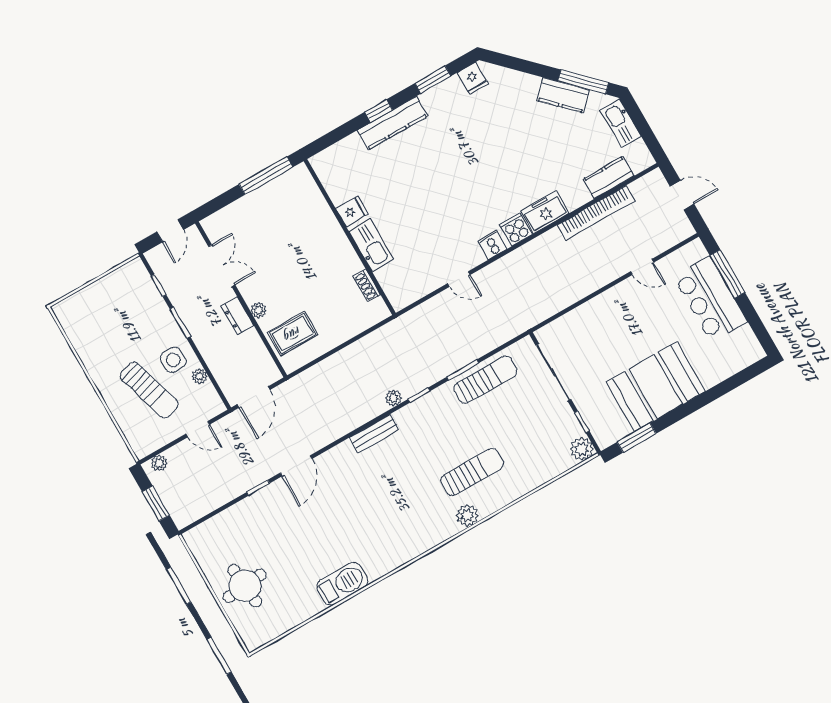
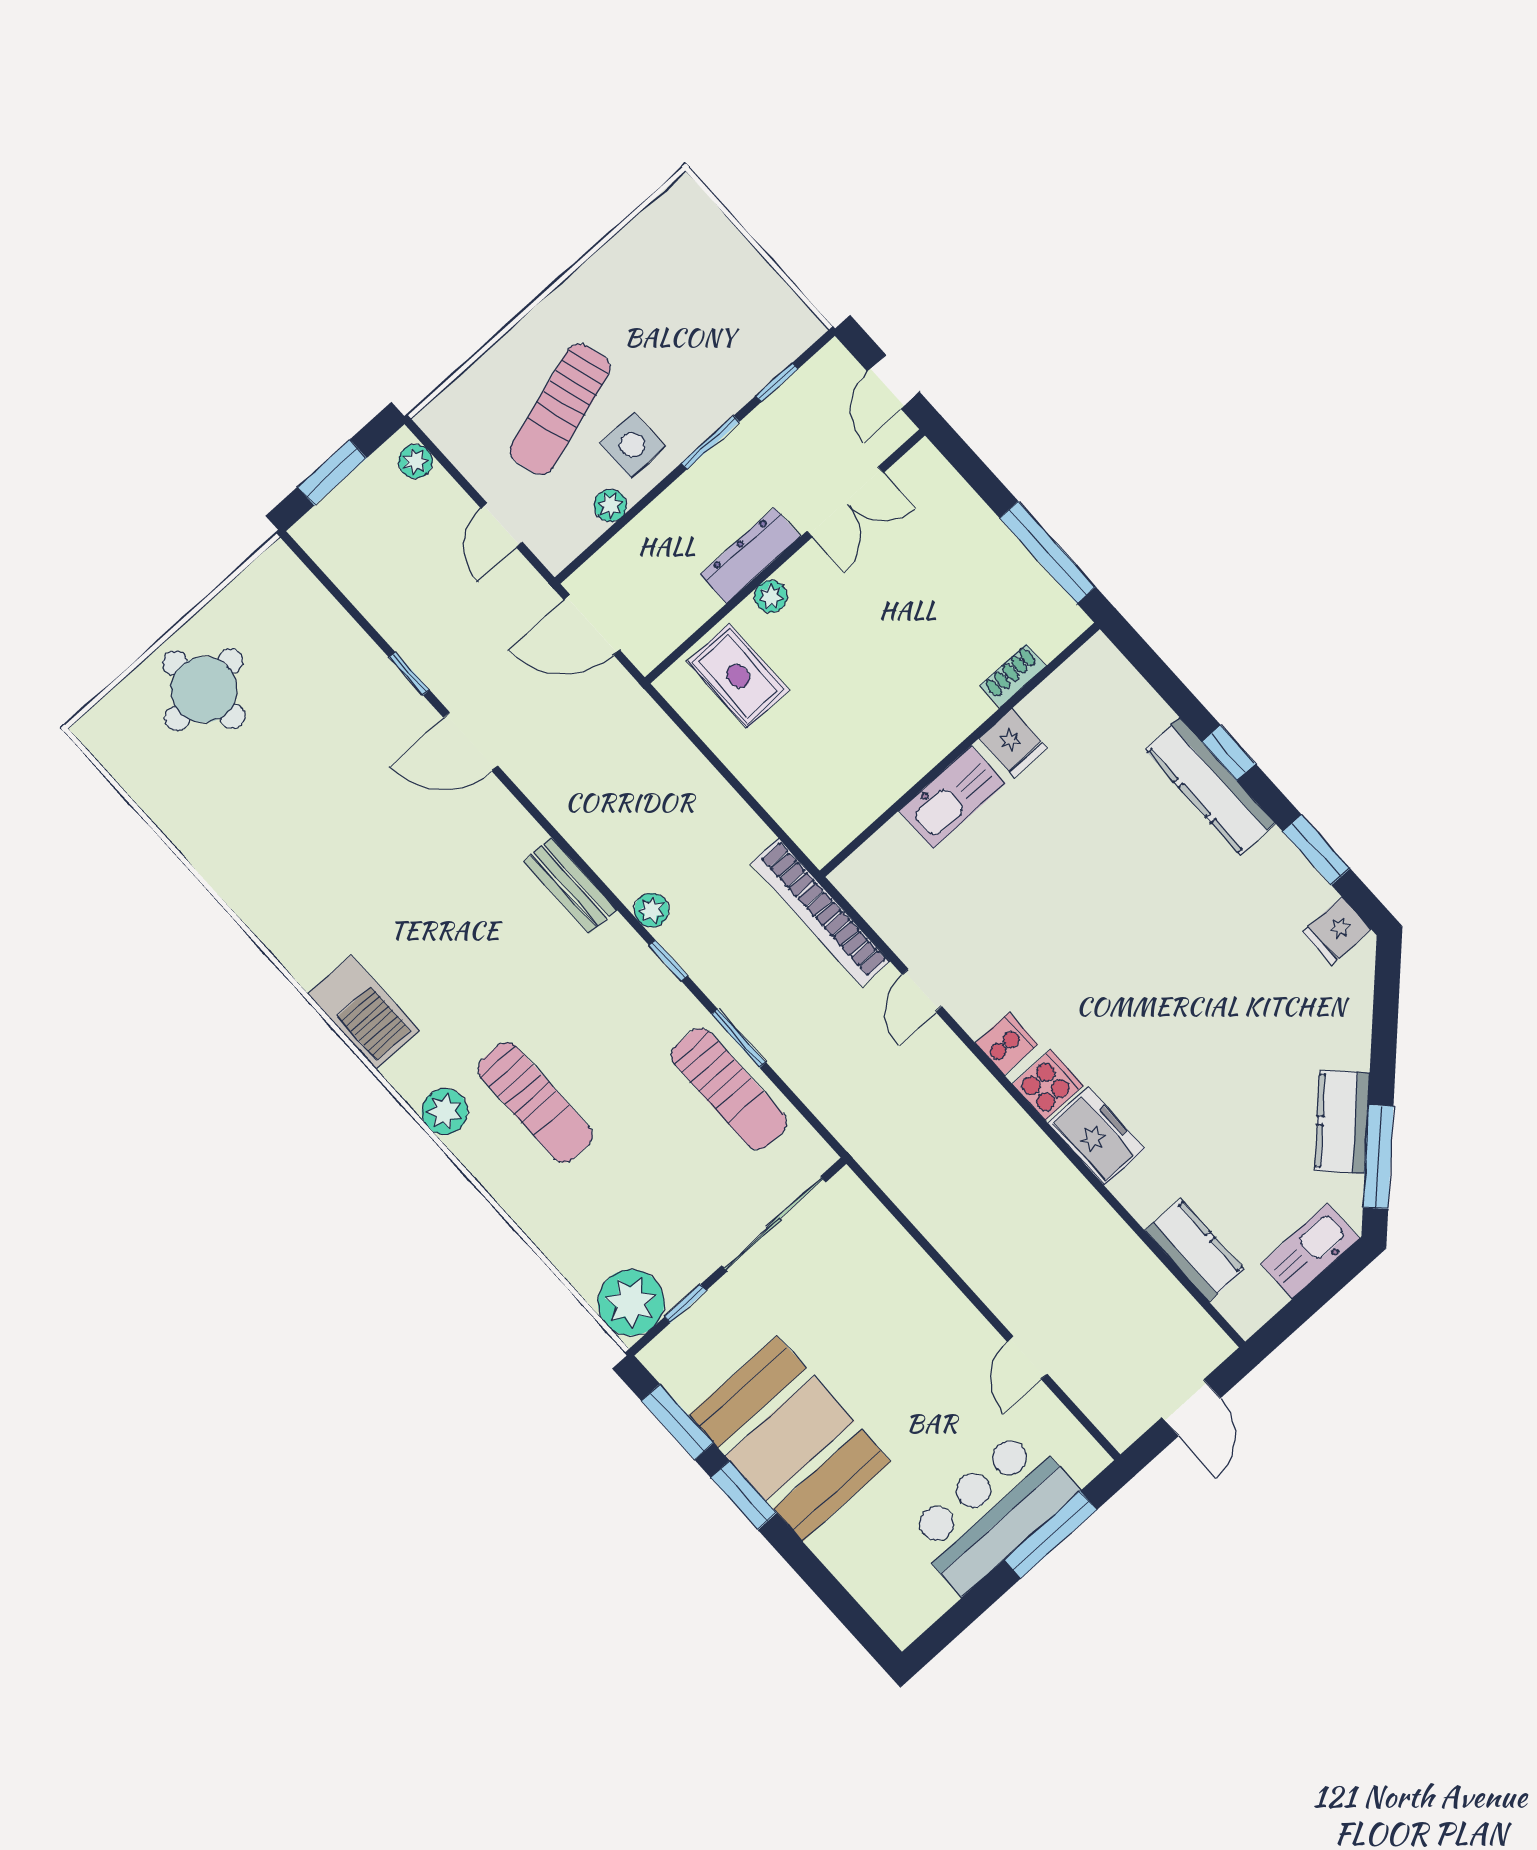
bookcase: (596, 213) -> (820, 912), moved
door: (170, 231) -> (893, 382), hinge flipped
shoe rack: (367, 285) -> (1013, 676), moved
dresser: (237, 316) -> (750, 556), width x1.44
window: (678, 414) -> (744, 1495), added
plant: (582, 449) -> (631, 1303), width x1.36, depth x1.36
barbecue: (342, 584) -> (364, 1012), moved

